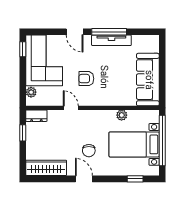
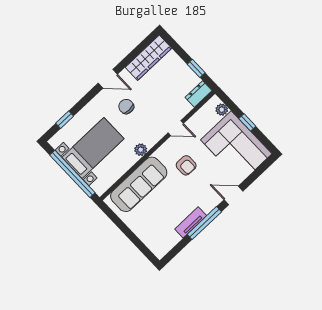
tv unit: (111, 40) -> (191, 222), width x0.71
window: (23, 49) -> (247, 122), moved
armchair: (86, 79) -> (186, 165), turned 90
sofa: (148, 80) -> (139, 184), moved, turned 90
plant: (122, 115) -> (141, 150), moved

